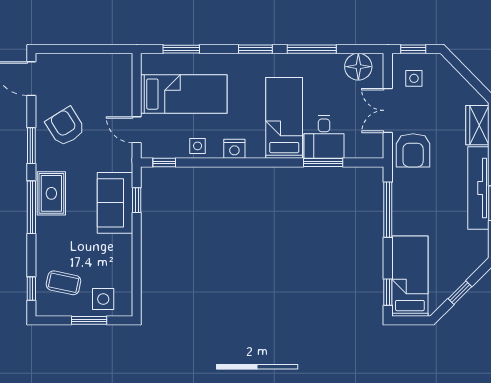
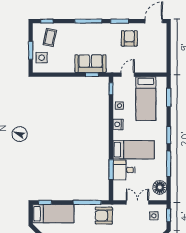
armchair: (65, 127) -> (129, 38), turned -58
armchair: (413, 150) -> (104, 216), moved
rug: (51, 193) -> (95, 31), removed

